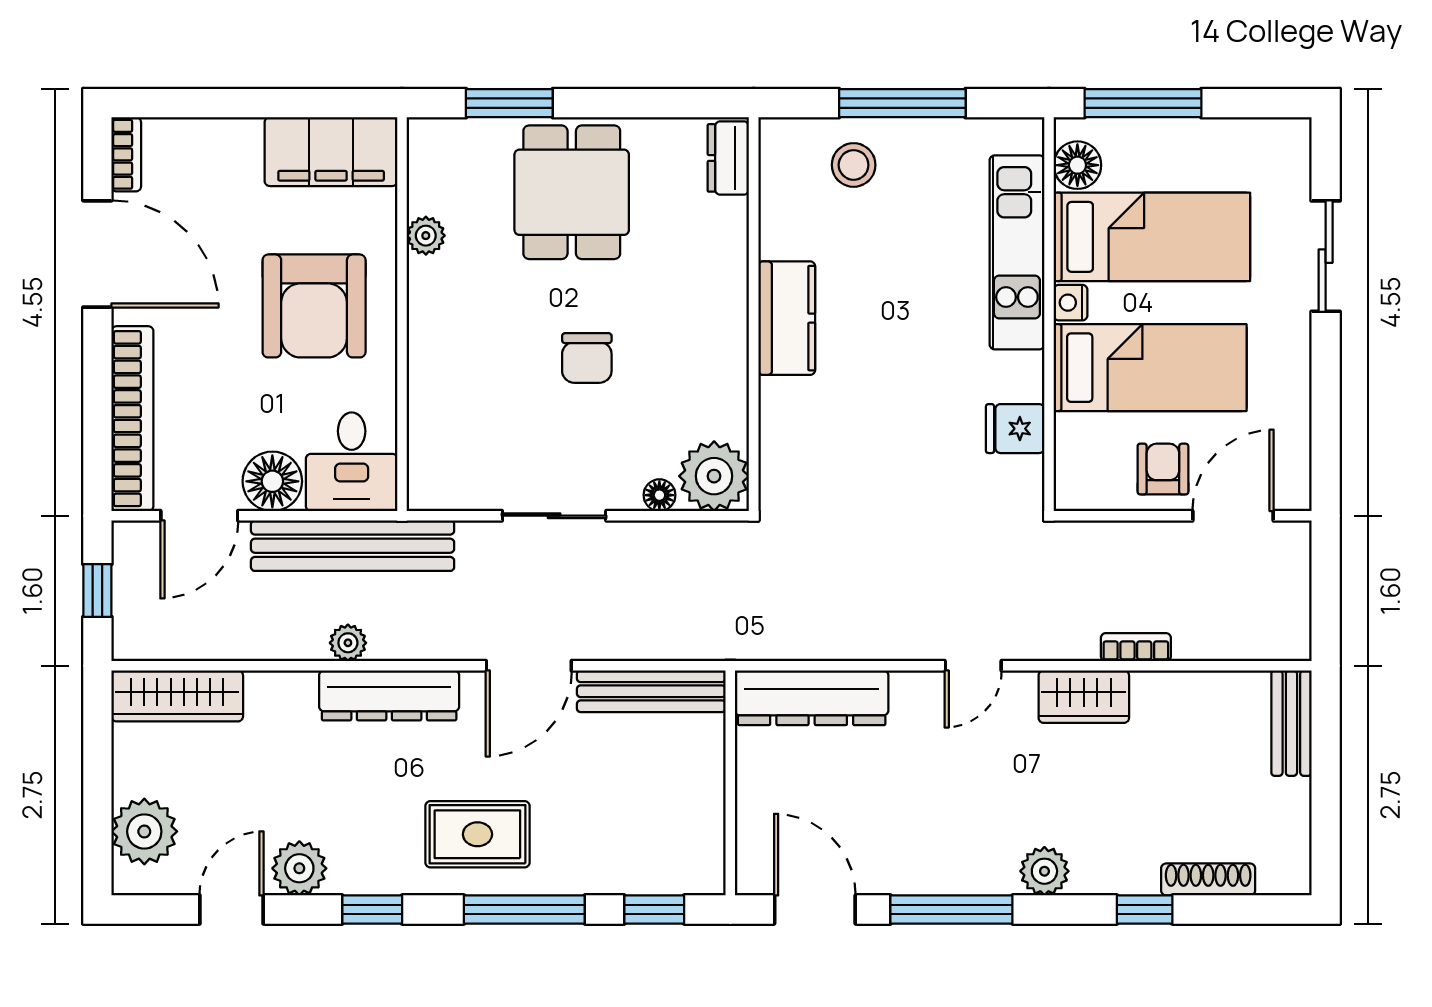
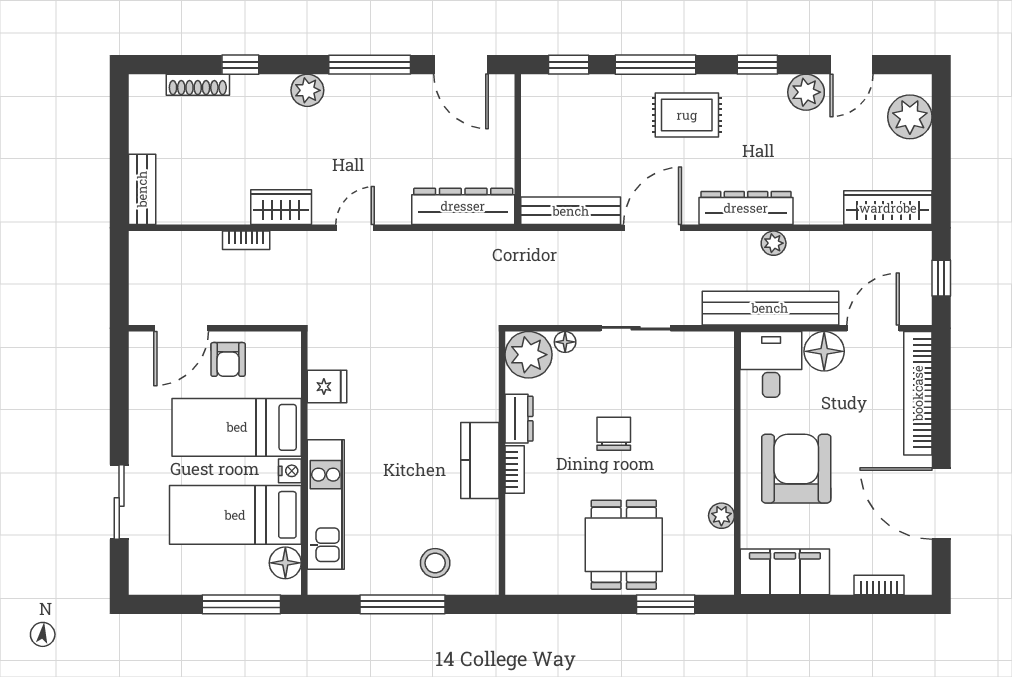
bookcase: (126, 154) -> (879, 585), moved, turned 90
dresser: (728, 158) -> (519, 419), moved
bookcase: (735, 305) -> (515, 470), added

